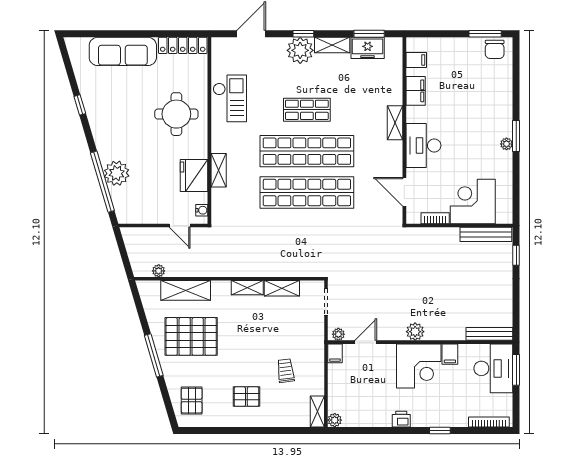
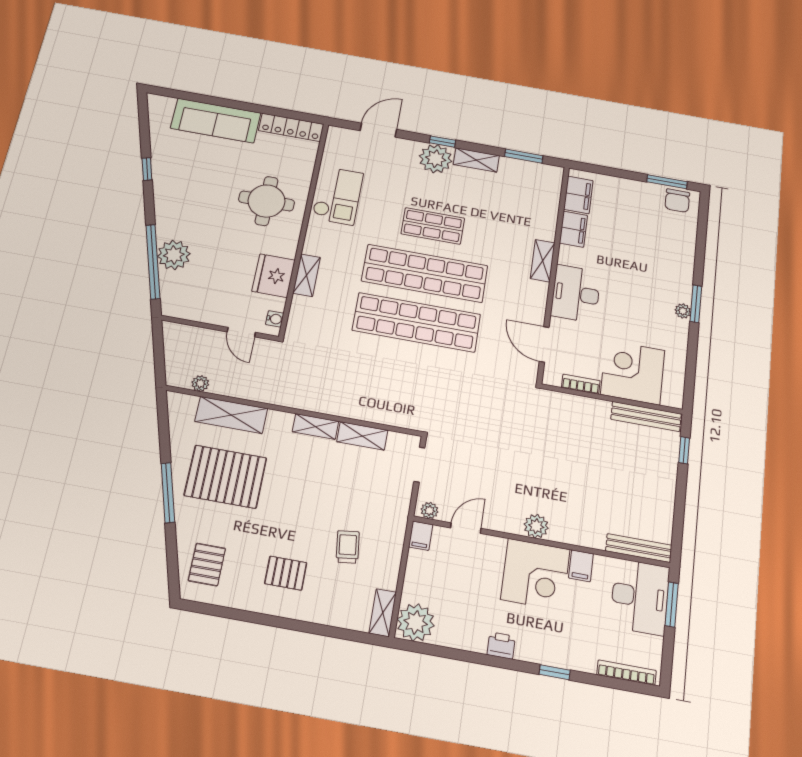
freezer: (368, 48) -> (520, 171), removed
filing cabinet: (416, 60) -> (578, 195), width x2.00
plant: (335, 420) -> (416, 622), width x1.88, depth x1.88

